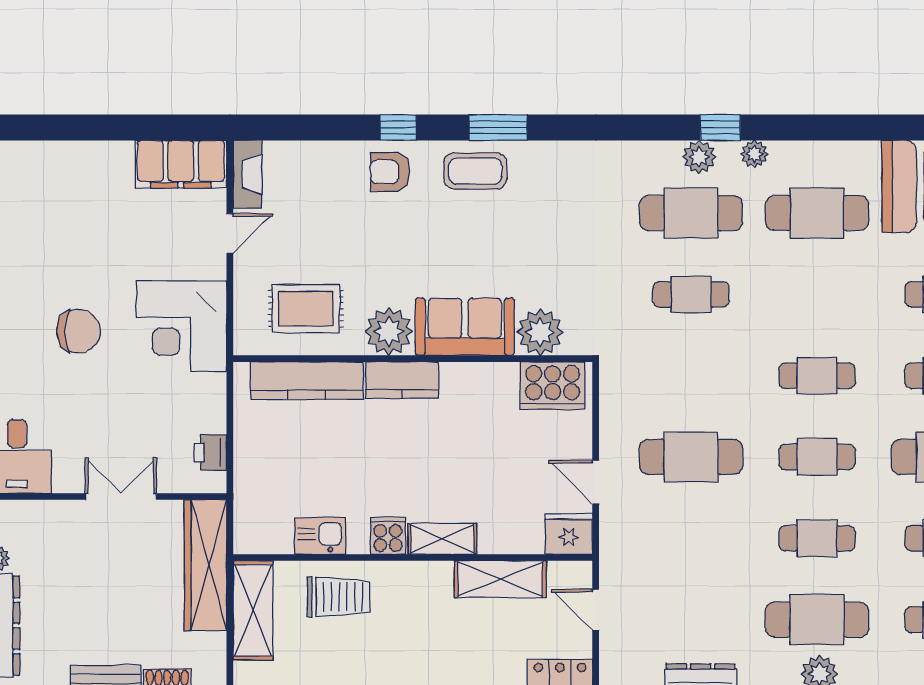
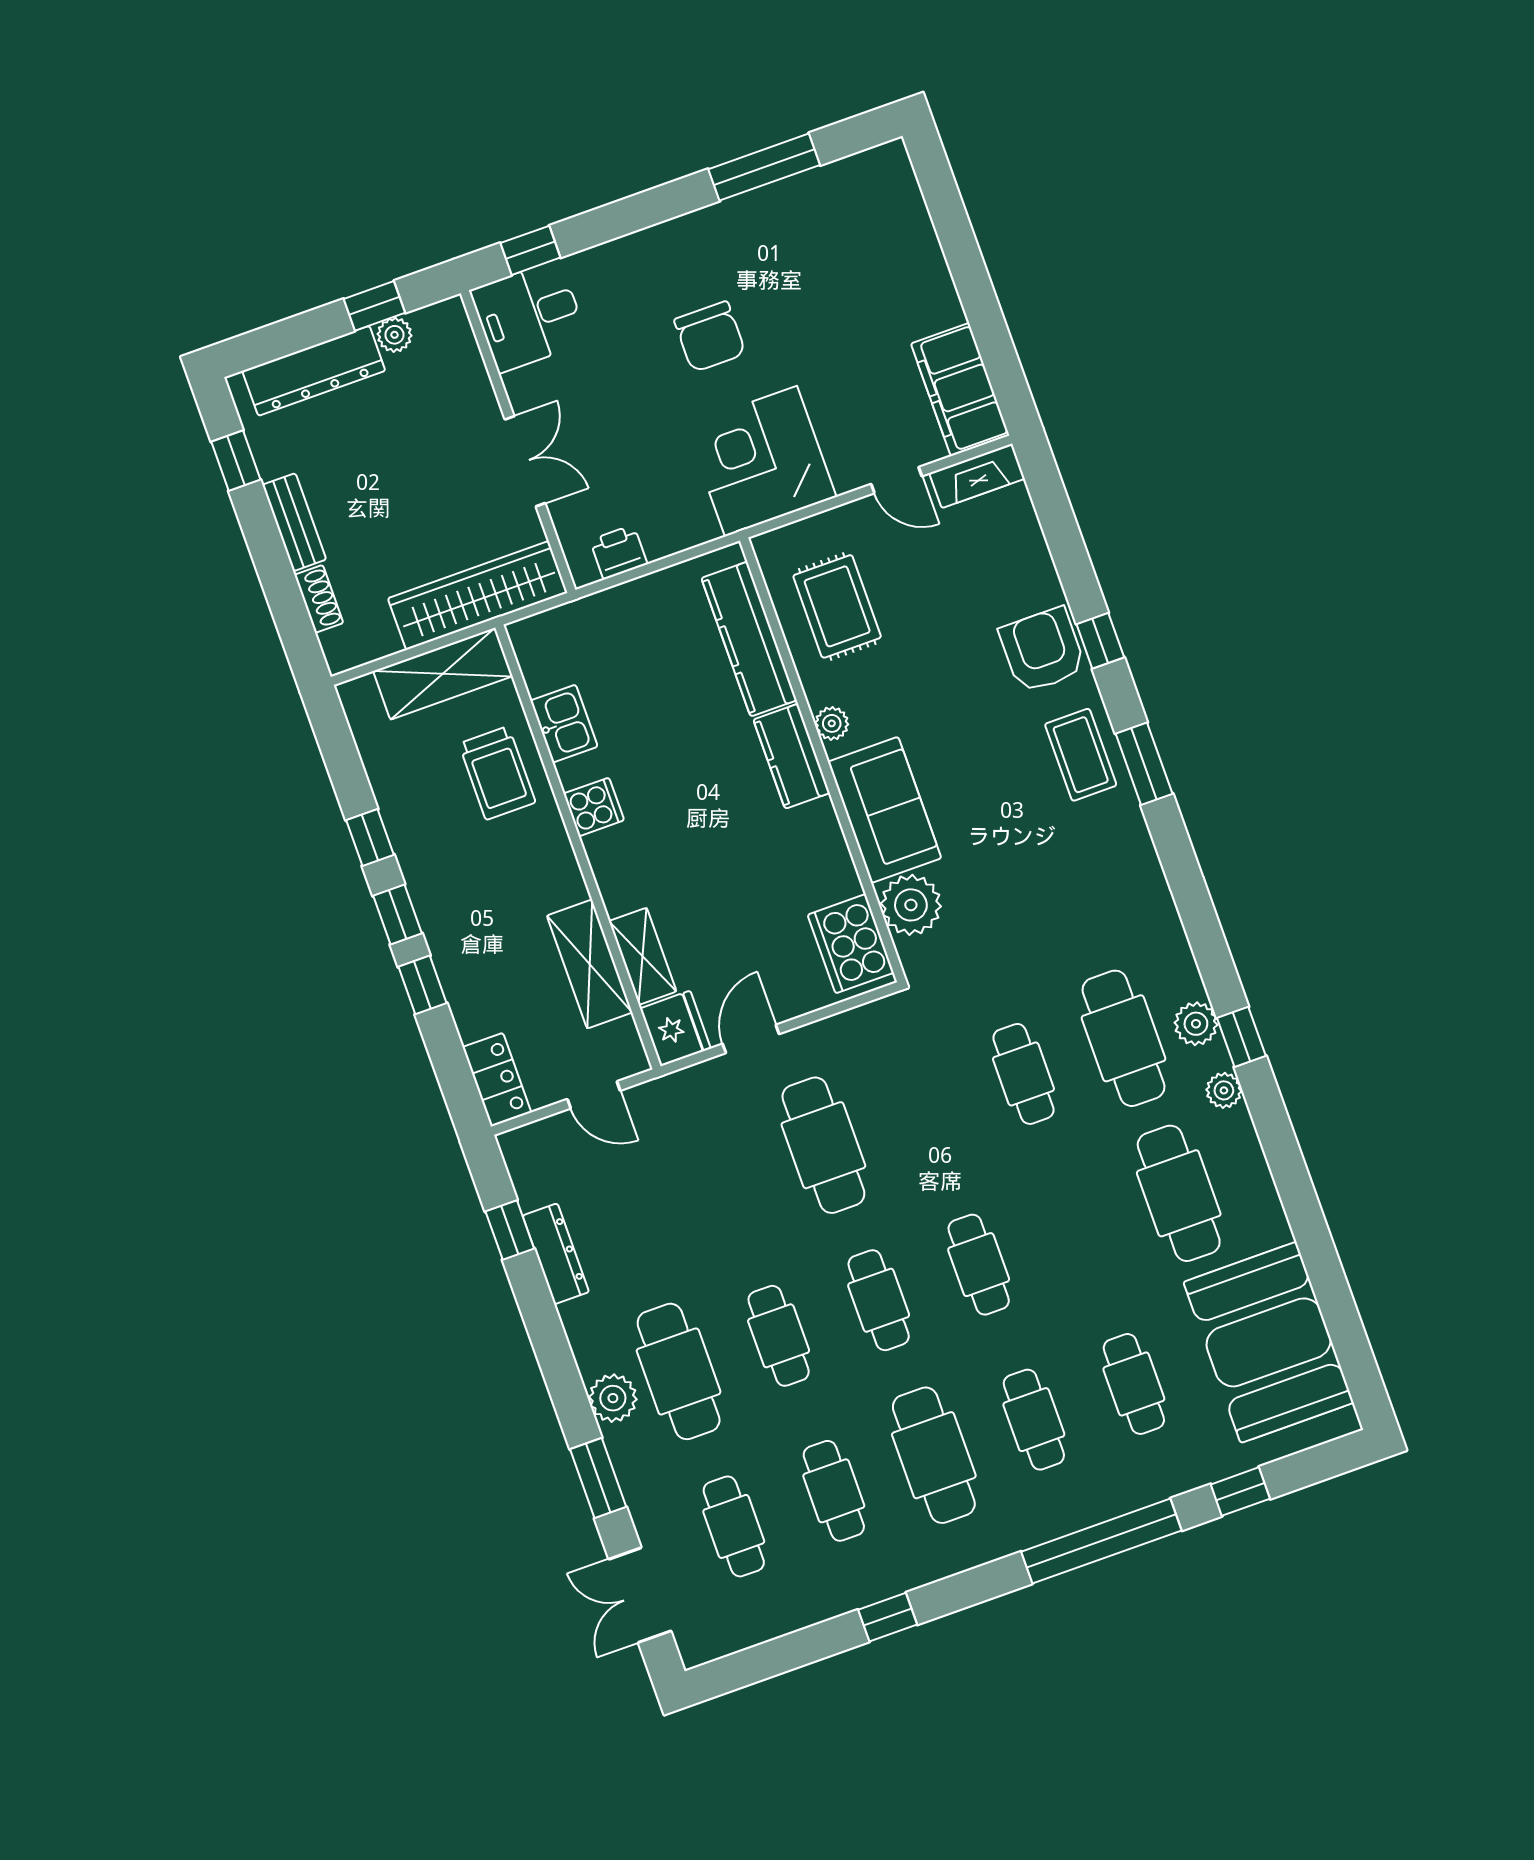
armchair: (390, 172) -> (1042, 650), width x1.38, depth x1.38
plant: (389, 331) -> (832, 723), width x0.53, depth x0.53
shelving: (442, 539) -> (643, 956), moved
door: (596, 610) -> (594, 1095), swing flipped

